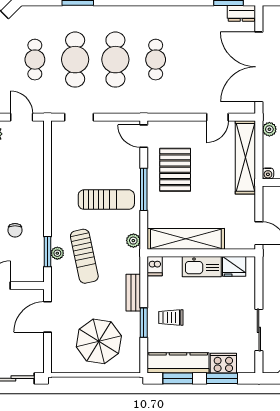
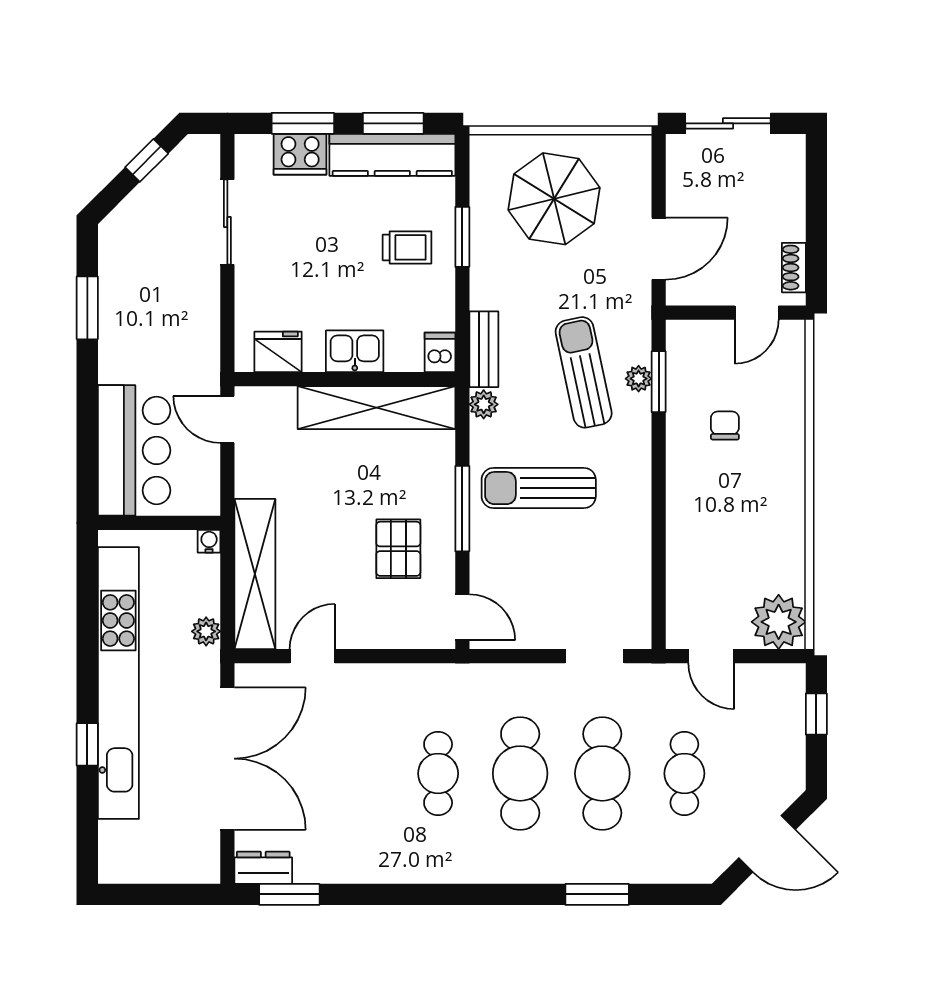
pallet: (175, 170) -> (398, 549), width x0.67, depth x0.71
kitchen sink: (202, 267) -> (355, 351), width x0.73
bench: (133, 293) -> (484, 349), moved

